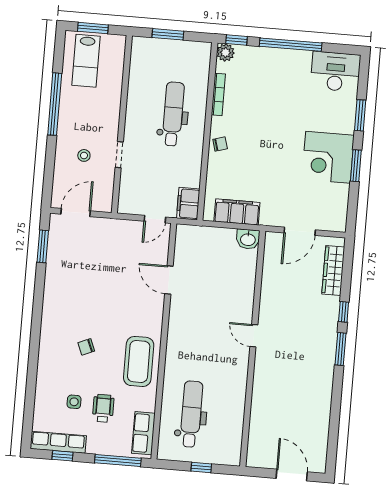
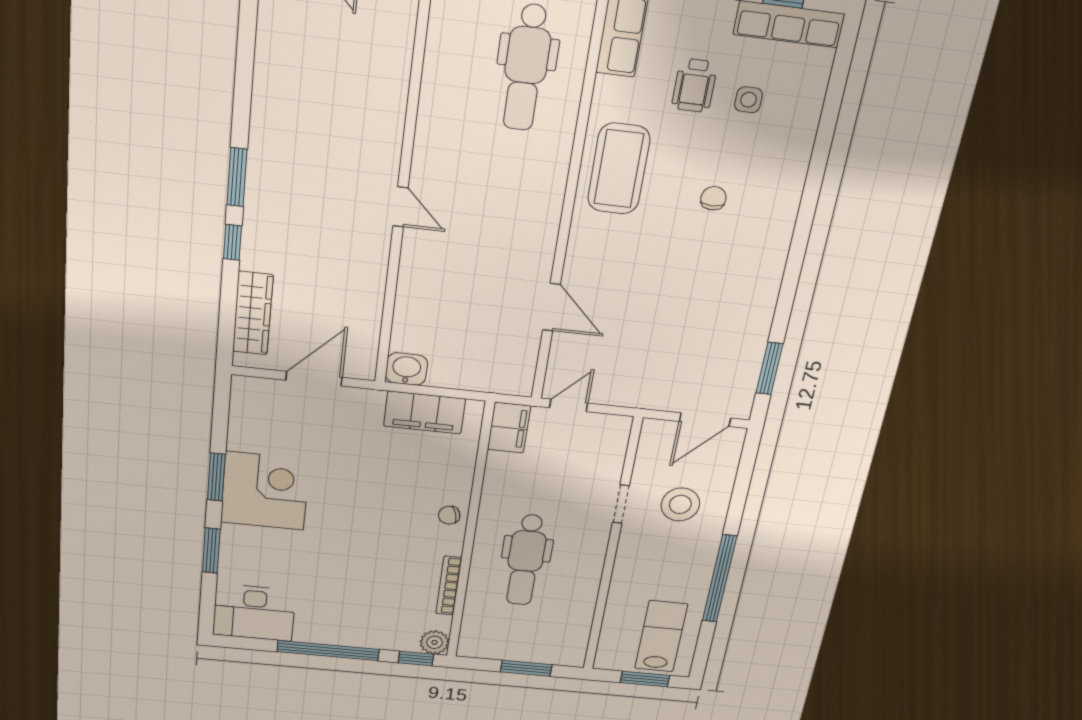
stool: (84, 155) -> (680, 504), width x1.89, depth x1.89
chair: (86, 347) -> (713, 198), turned -67

